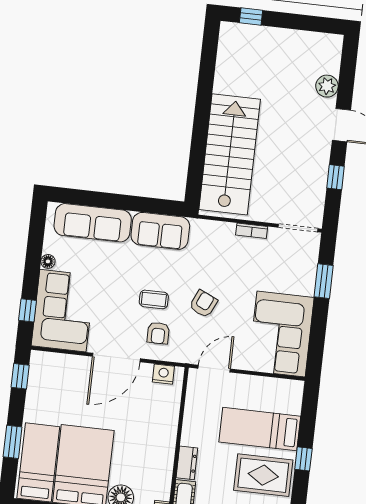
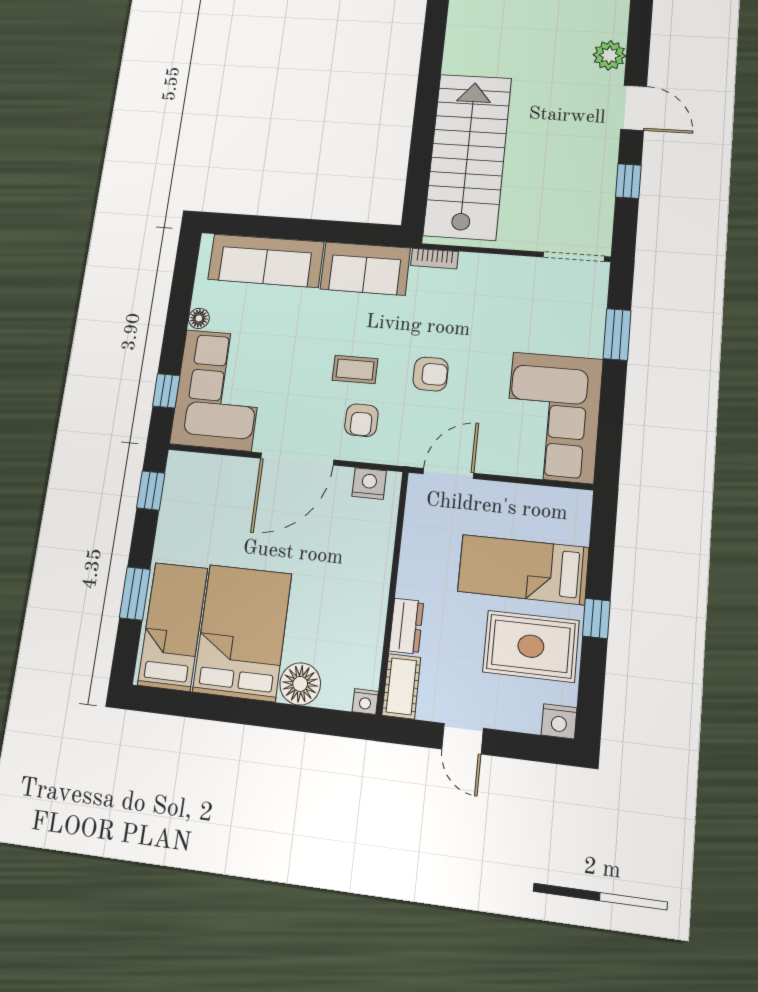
bookcase: (252, 231) -> (435, 259), moved
armchair: (203, 304) -> (431, 374), turned 65

